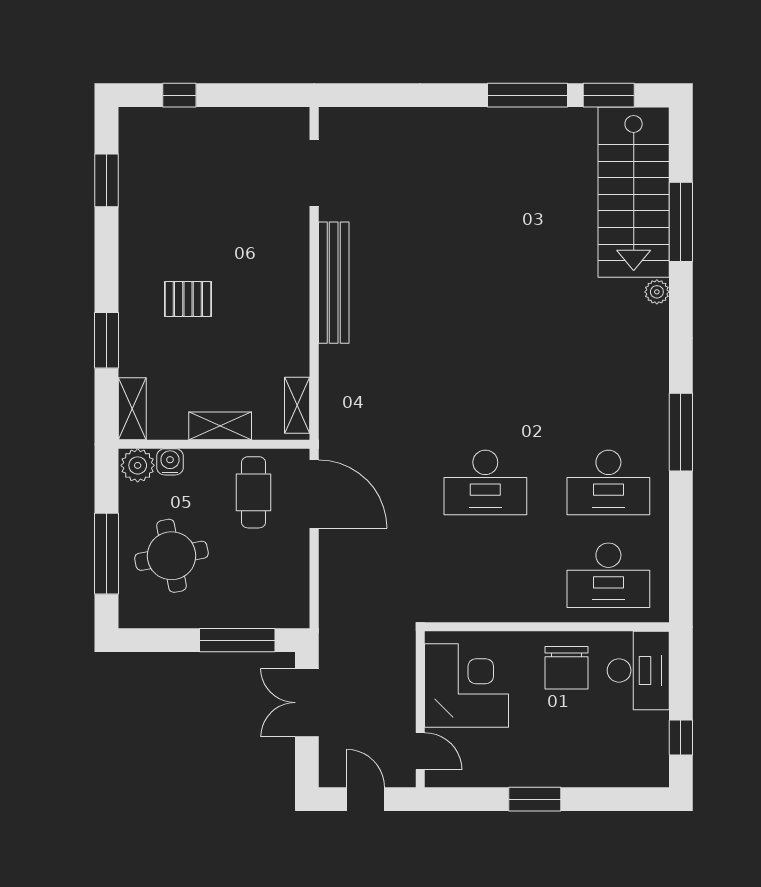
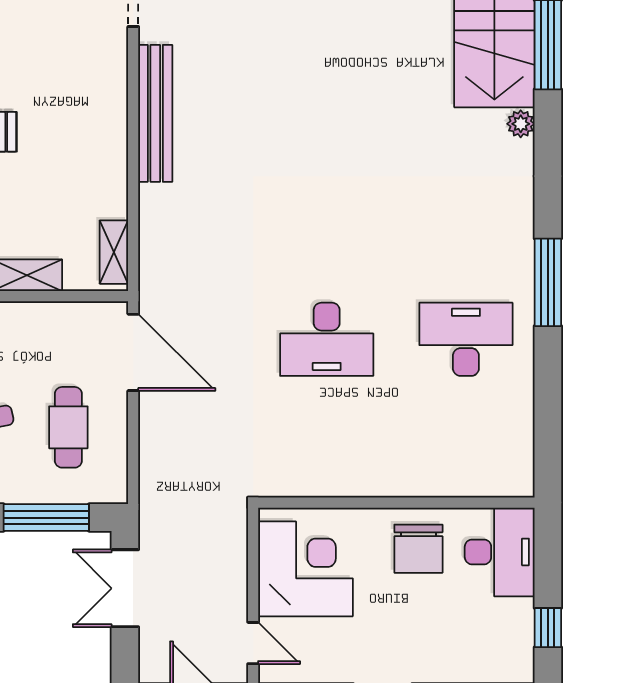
desk: (608, 482) -> (466, 339), turned 180
cafe table: (254, 492) -> (68, 427), moved
desk: (608, 575) -> (466, 444), removed

